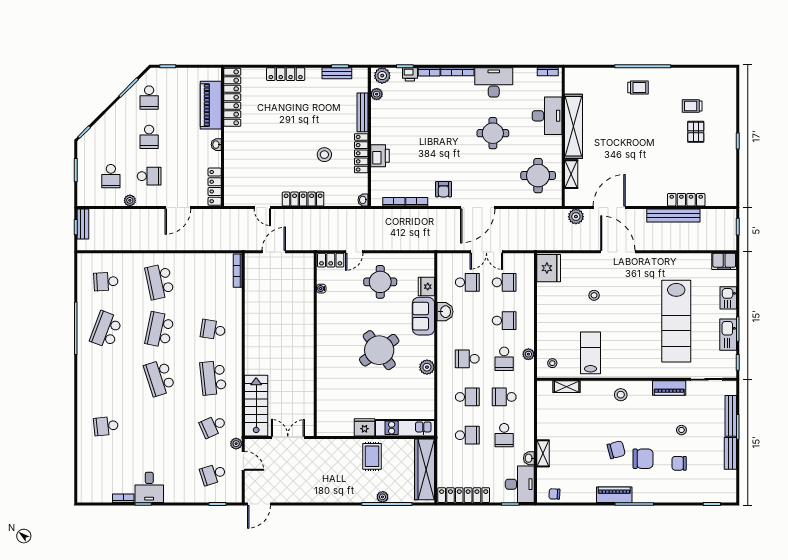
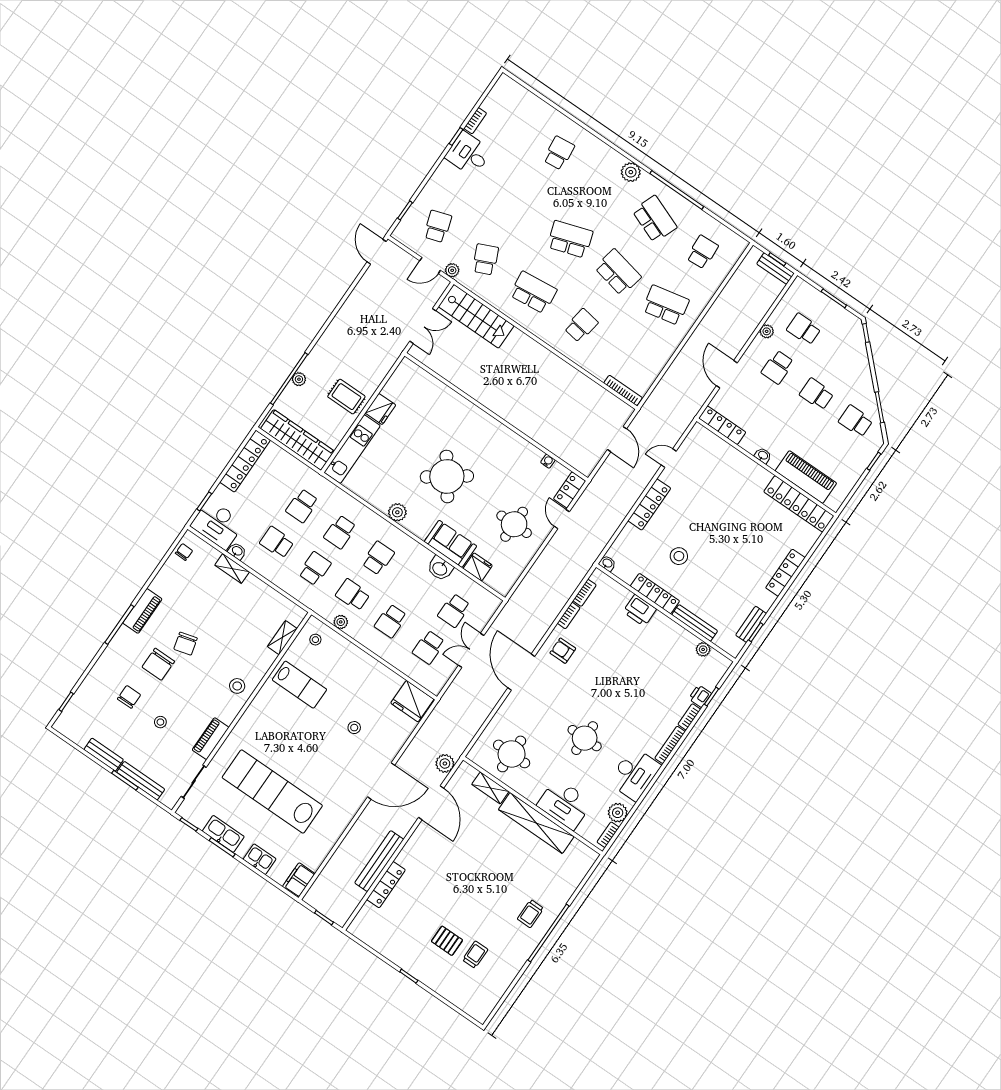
plant: (382, 76) -> (618, 813), moved
plant: (85, 368) -> (631, 172), added

